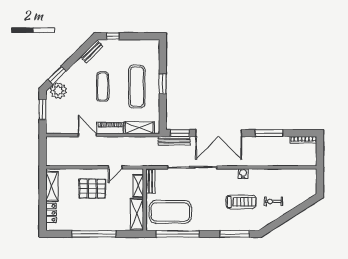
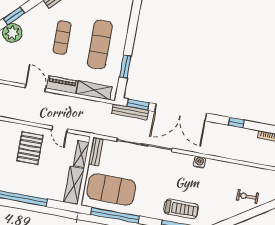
window: (163, 84) -> (125, 67), moved
window: (269, 133) -> (236, 123), width x0.46
door: (115, 167) -> (60, 129), hinge flipped
pallet: (92, 189) -> (30, 148), turned 90
exercise bike: (274, 201) -> (247, 196), moved
treadmill: (241, 202) -> (181, 209), moved

